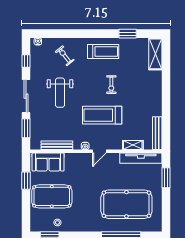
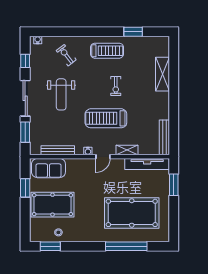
shelving: (155, 54) -> (162, 74), moved
shelving: (133, 145) -> (127, 150), moved

